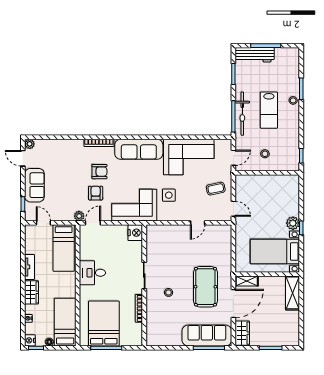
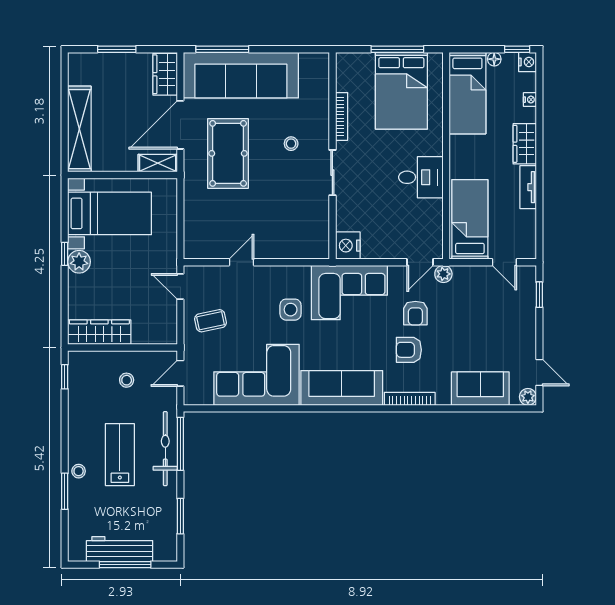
workbench: (255, 55) -> (120, 549), moved
wardrobe: (281, 182) -> (99, 332), added
sofa: (34, 185) -> (480, 389), moved, turned 90
shelving: (293, 293) -> (79, 129), width x1.47
sofa: (207, 335) -> (241, 75), width x1.36, depth x1.27

